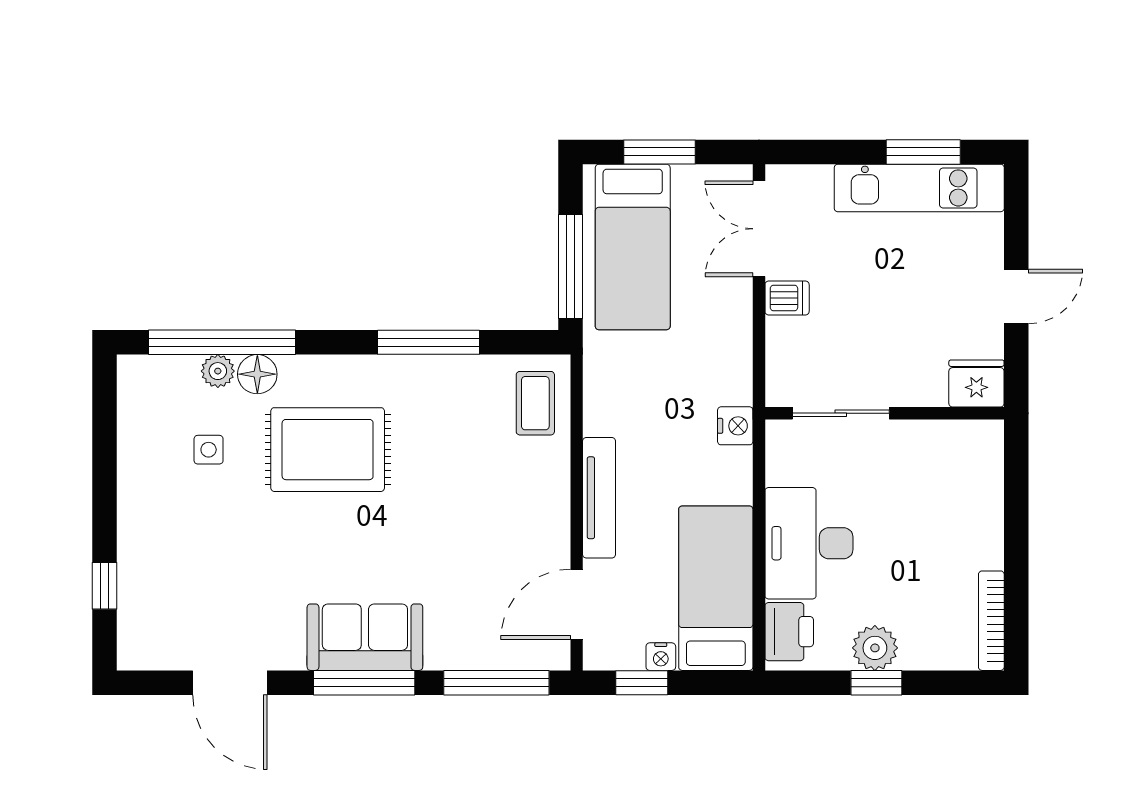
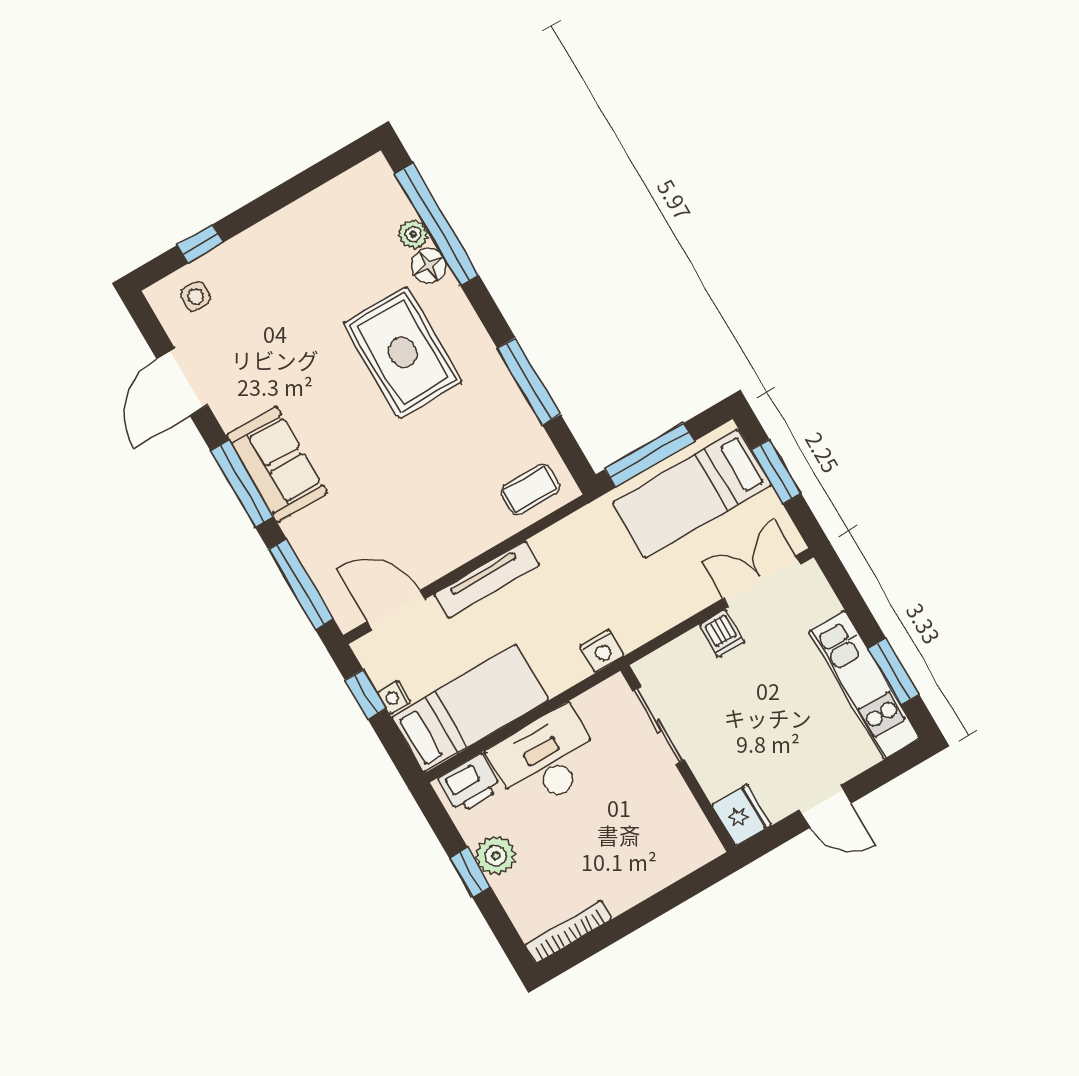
side table: (209, 450) -> (196, 296), moved

